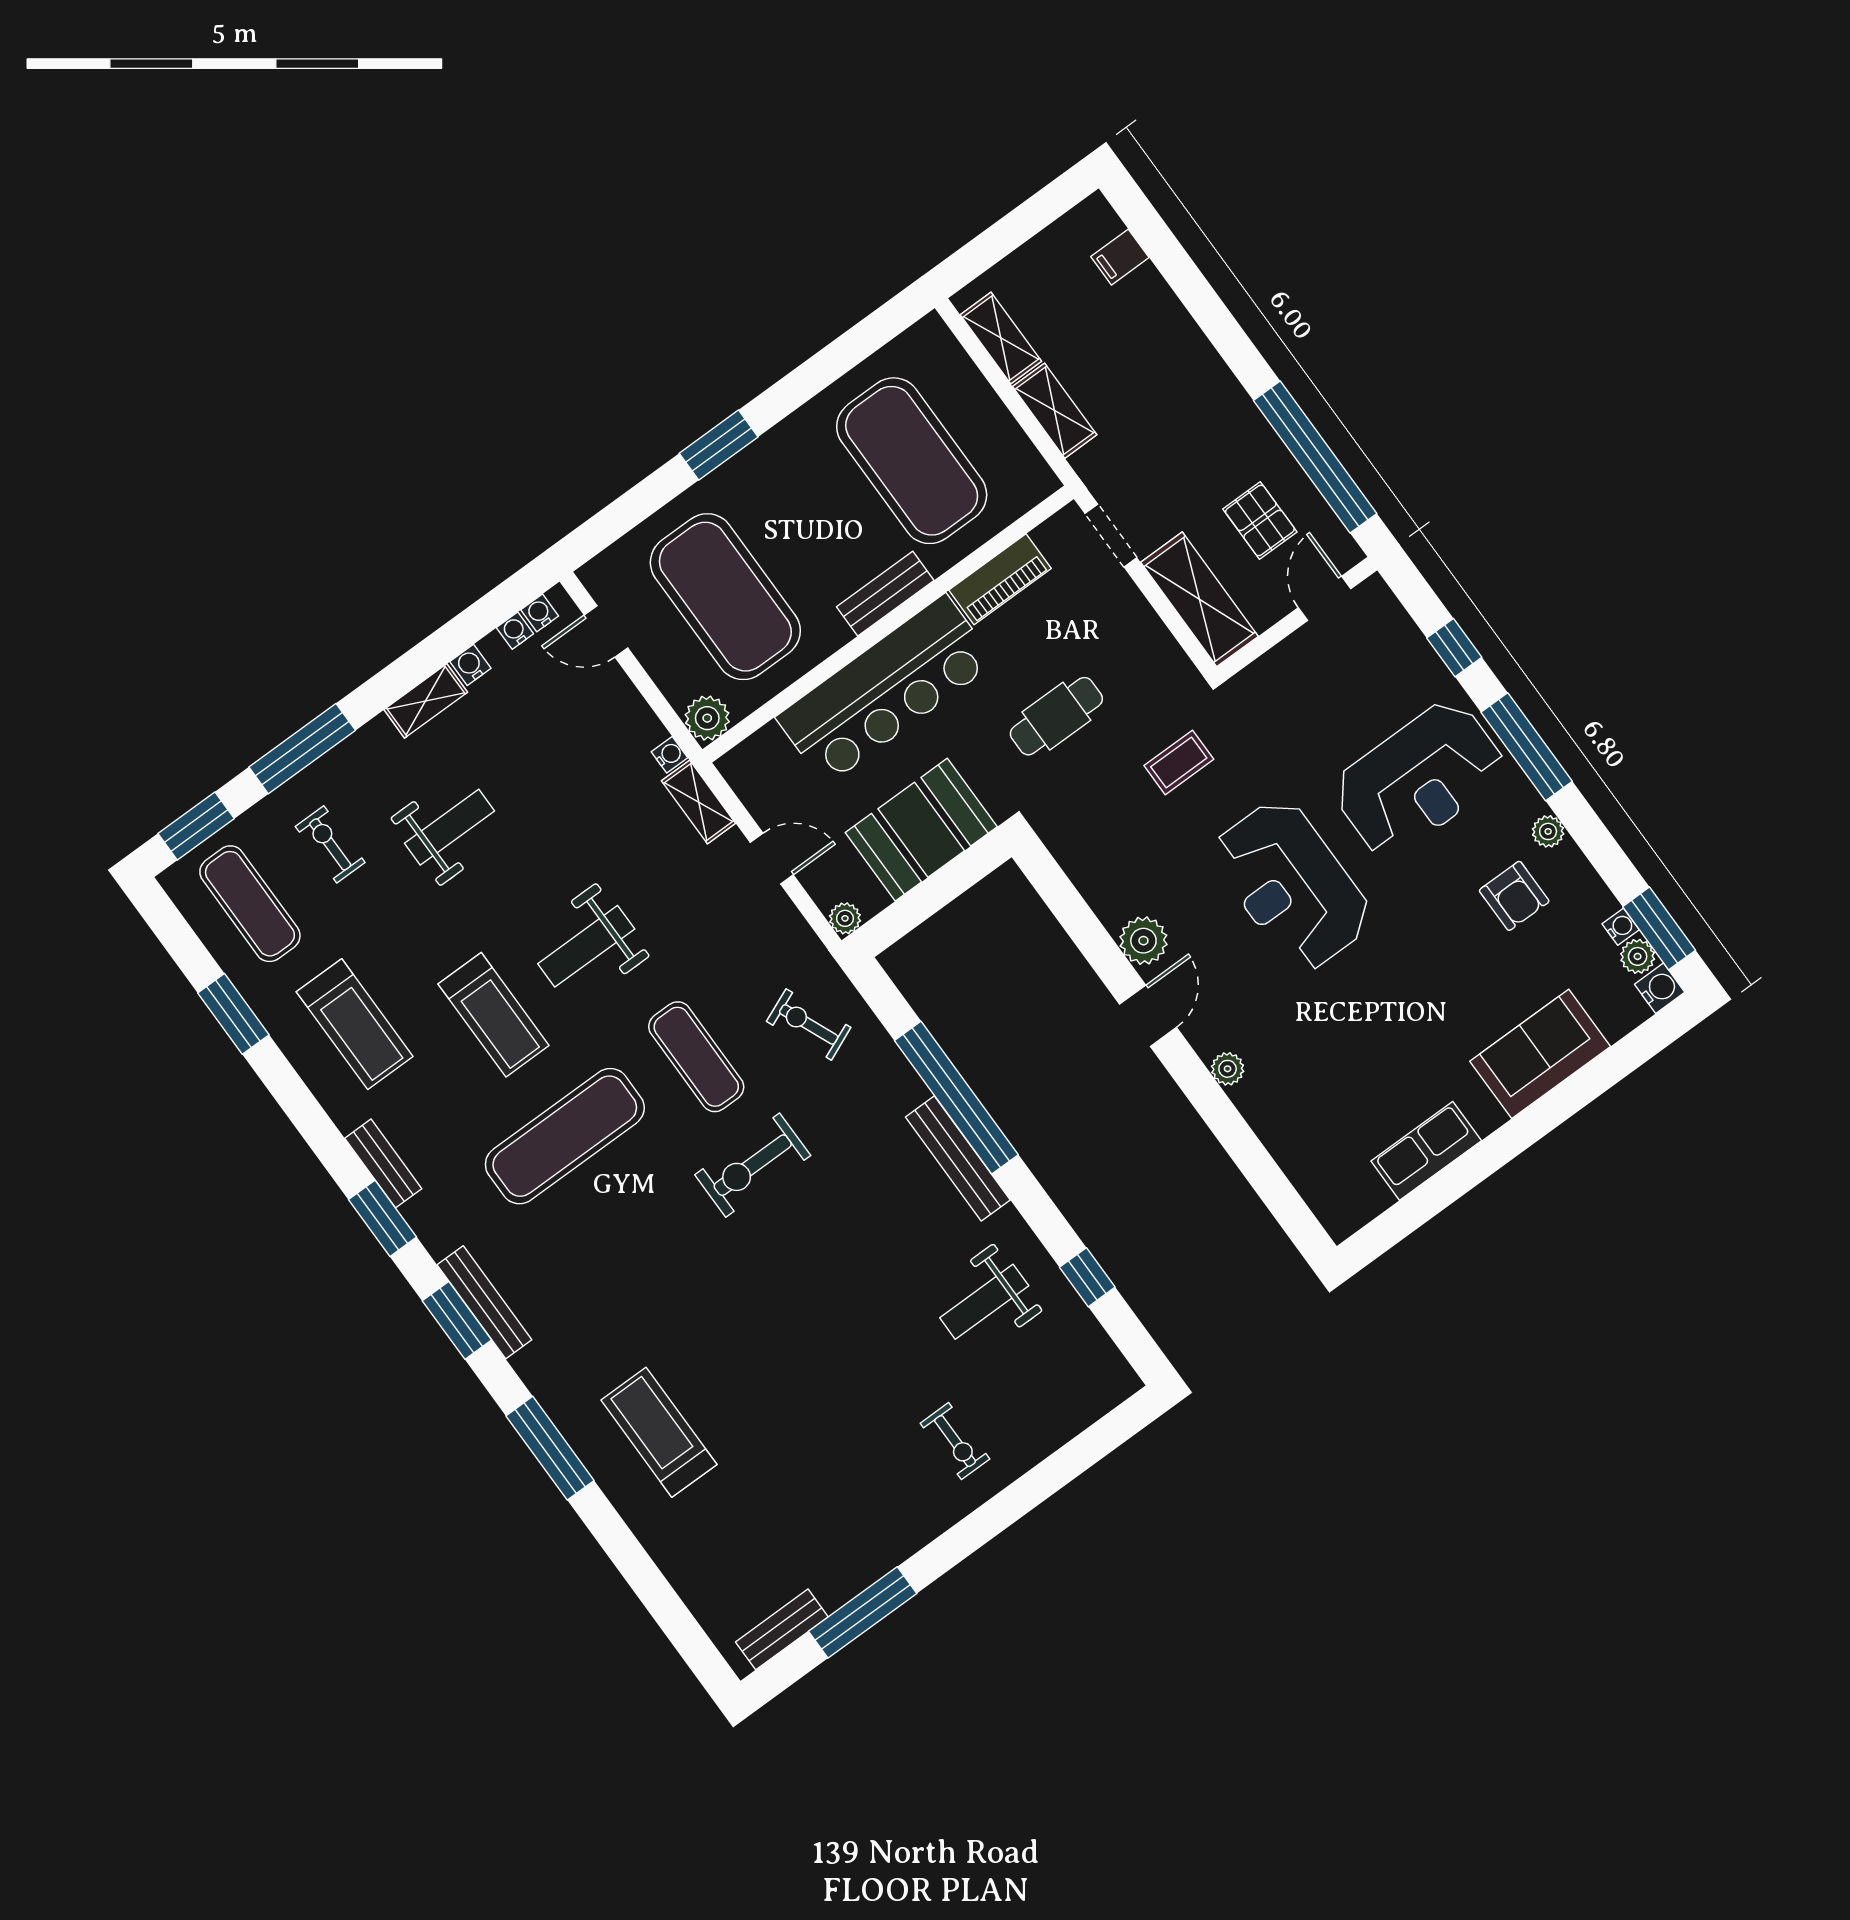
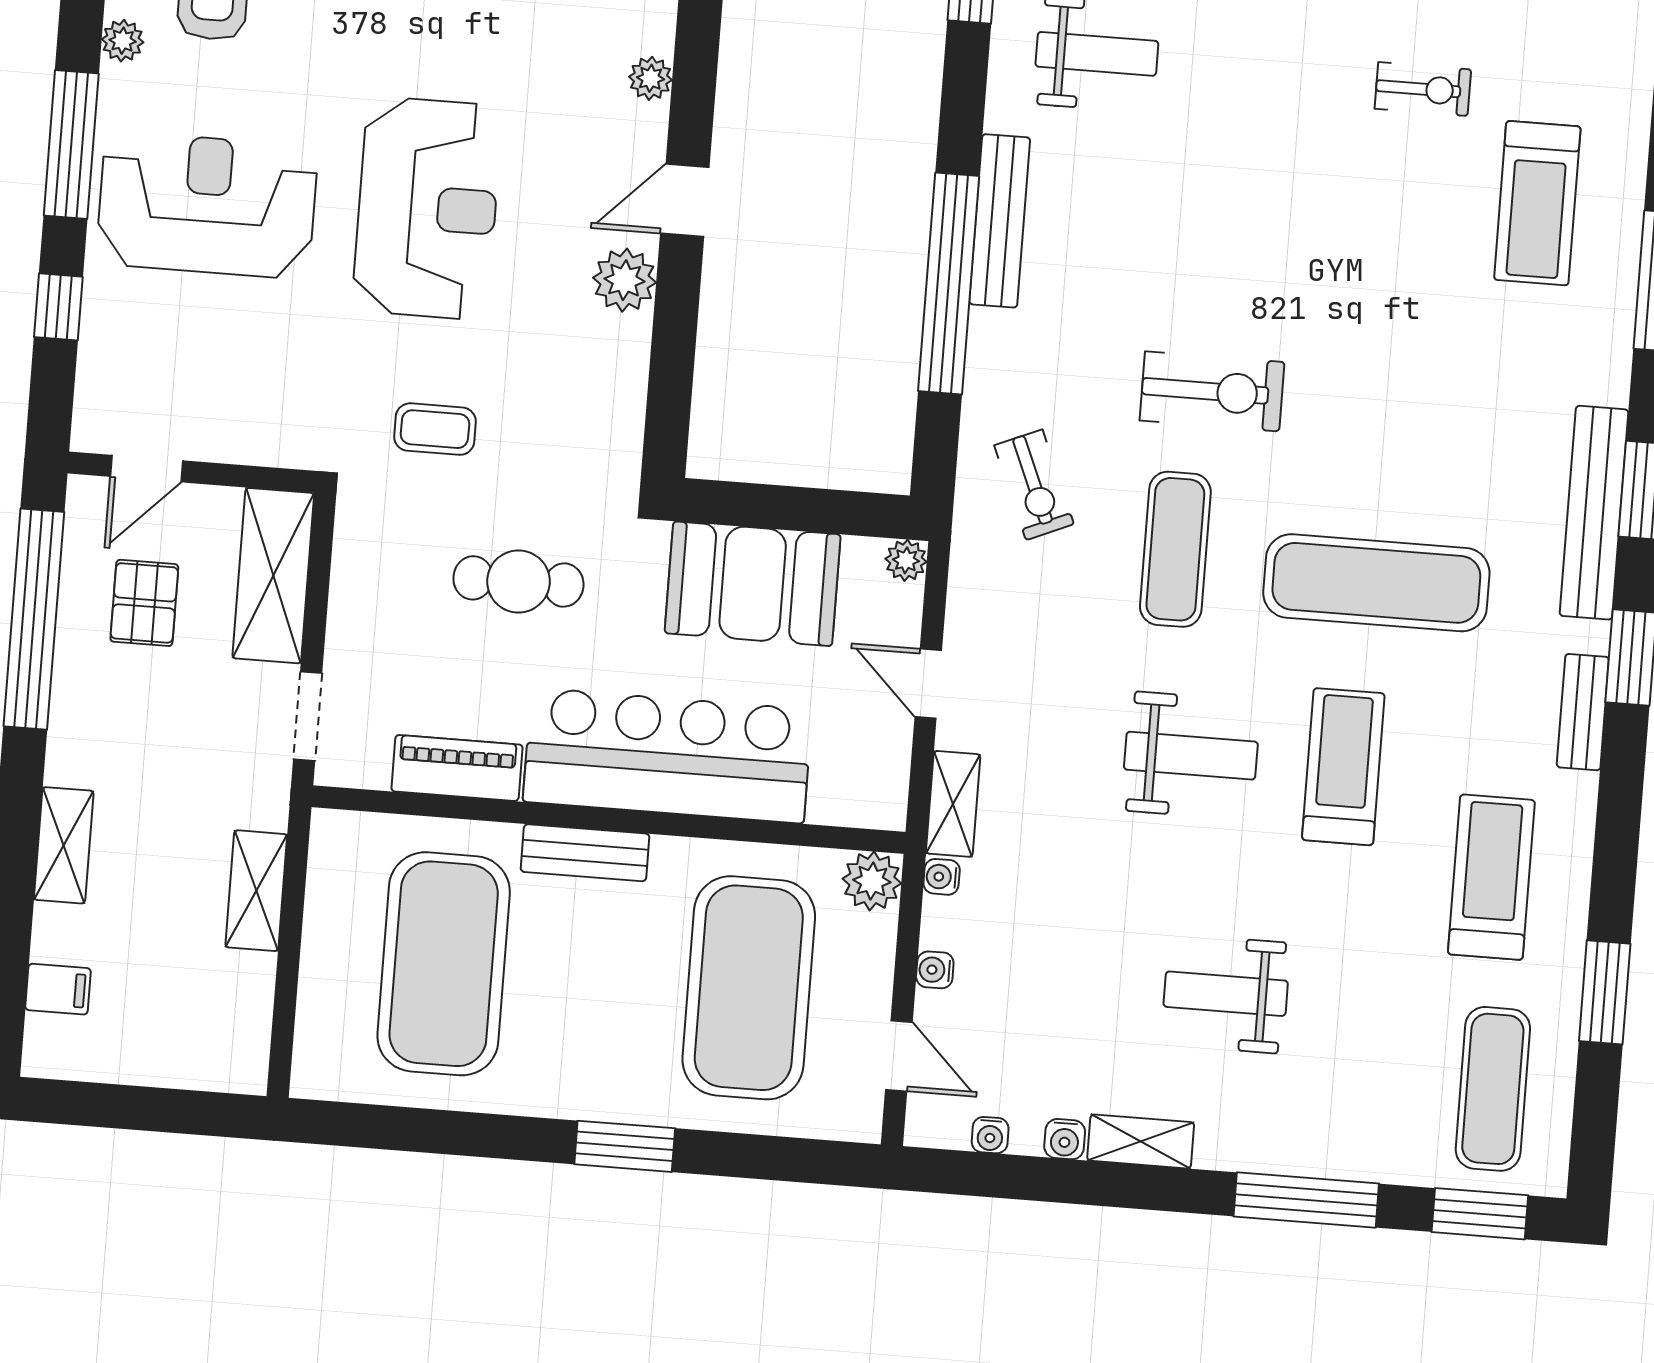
shelving: (1001, 338) -> (64, 845), moved
water cooler: (540, 613) -> (935, 970), moved, turned 90
exercise bike: (330, 844) -> (1423, 89), moved, turned -90
bench: (484, 1302) -> (1594, 513), width x1.37, depth x1.21

